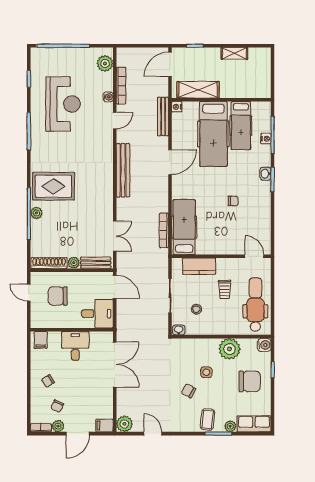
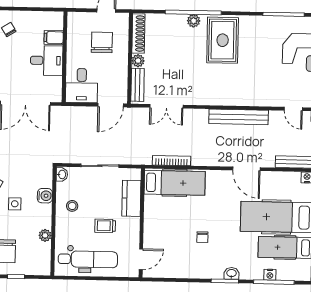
stool: (196, 309) -> (72, 206), moved
filing cabinet: (41, 340) -> (54, 38), moved
water cooler: (264, 345) -> (45, 196), moved, turned -90
plant: (229, 349) -> (45, 235), width x0.53, depth x0.53

